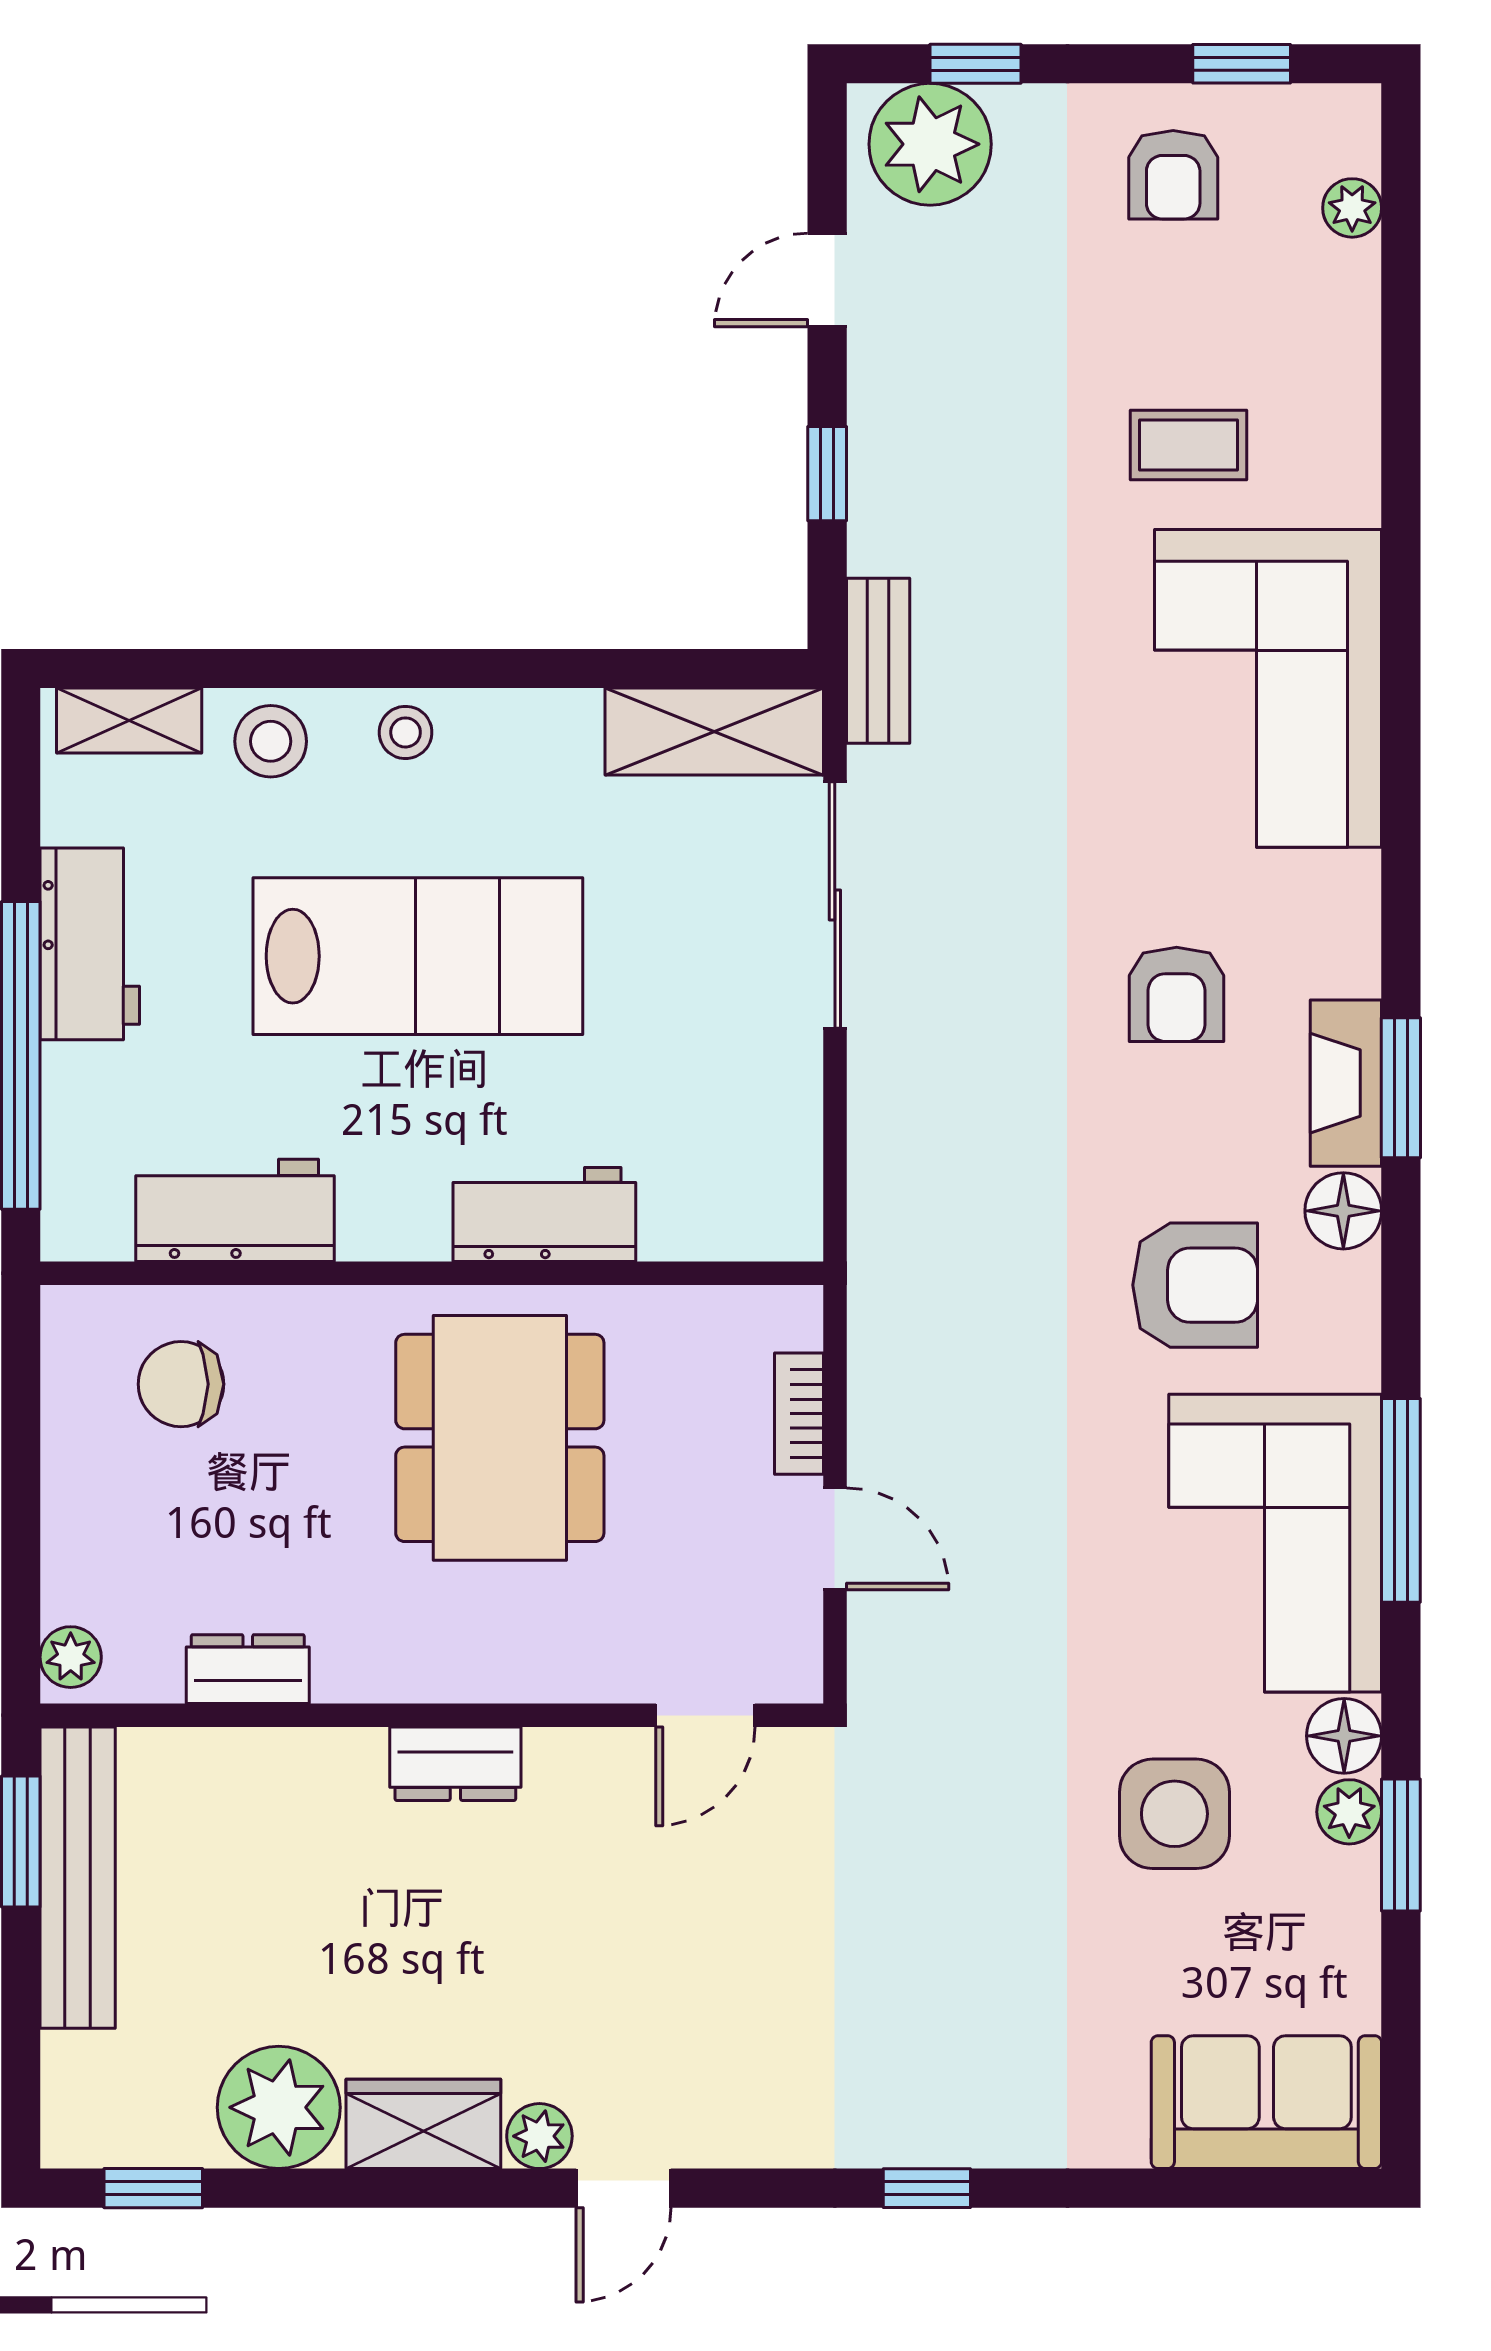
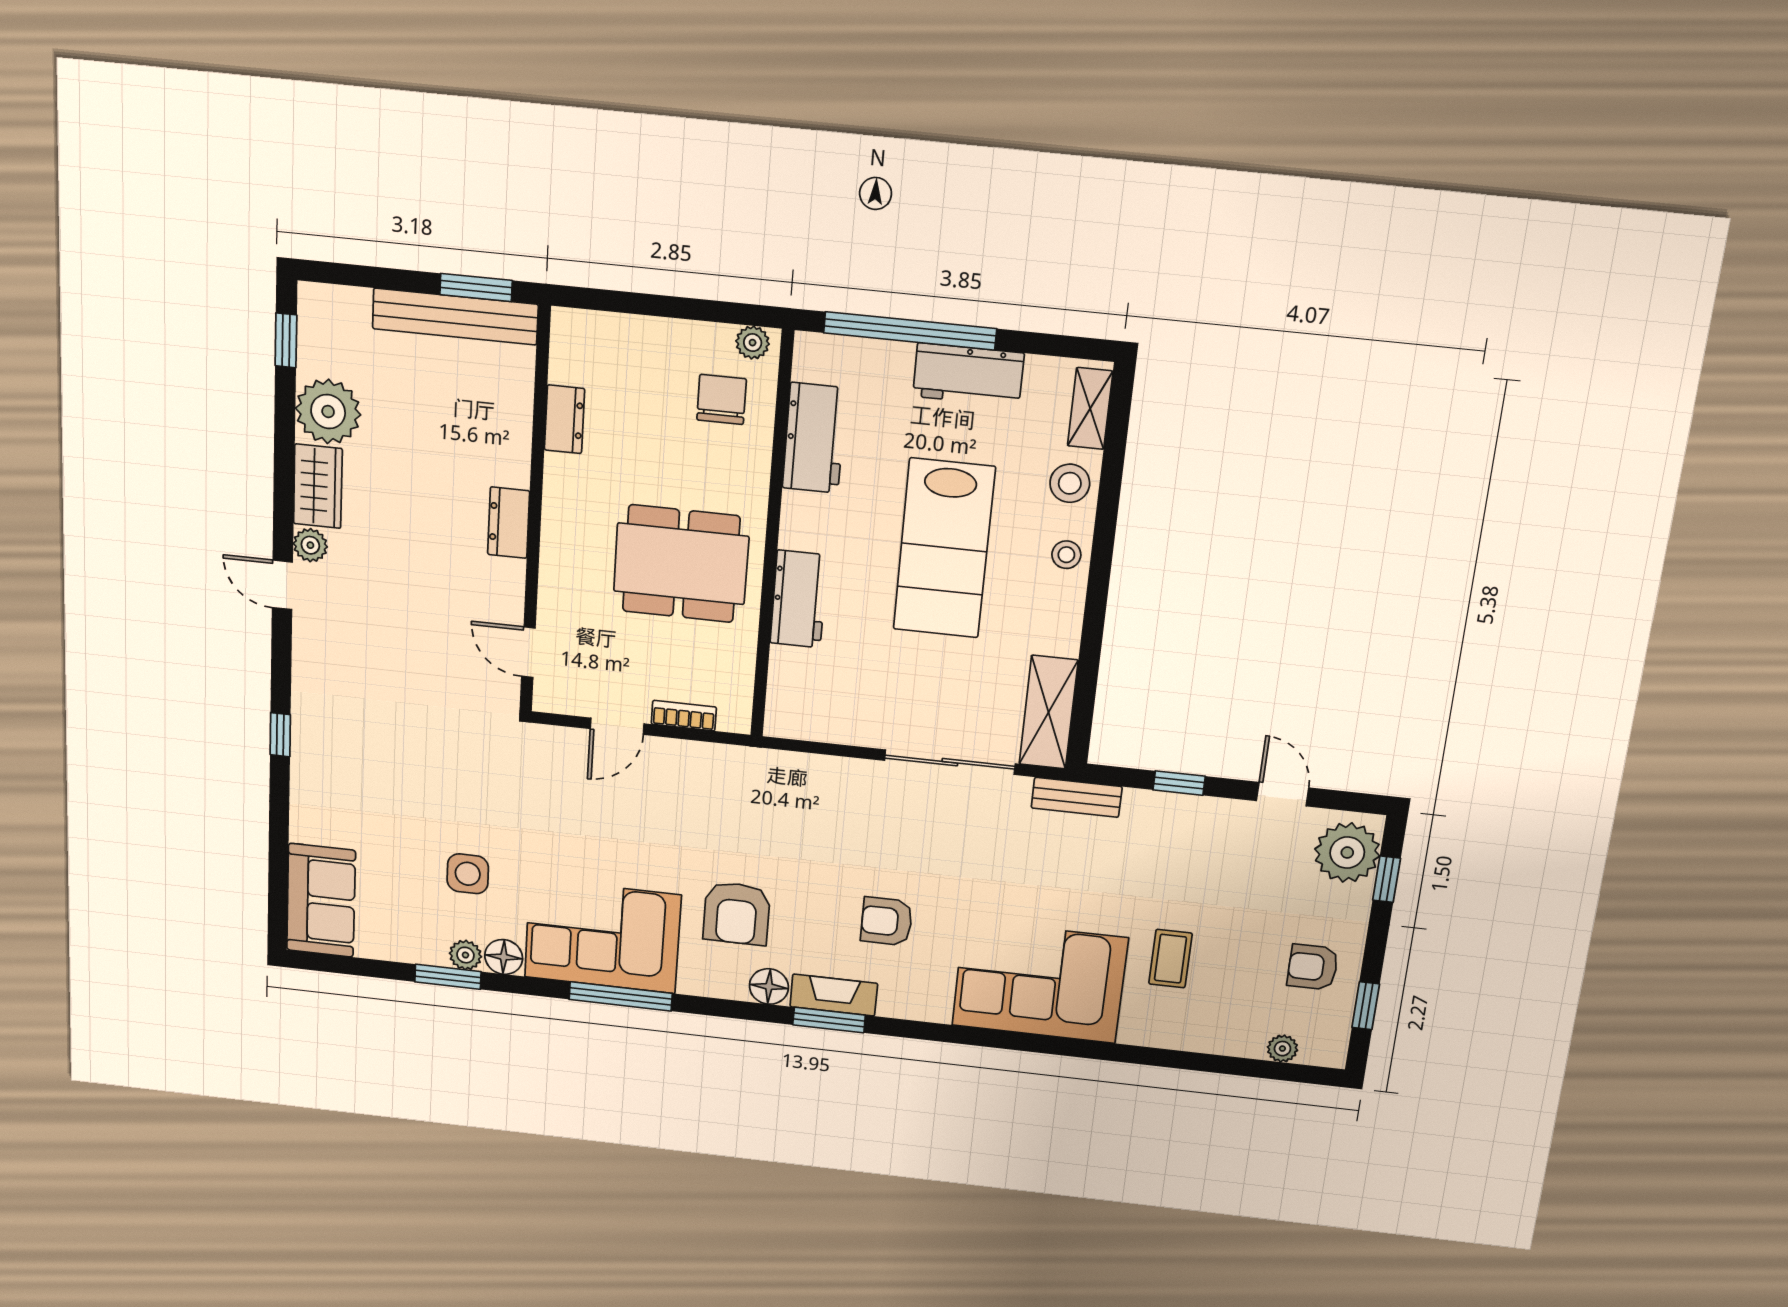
plant: (71, 1657) -> (753, 343), moved
side table: (1174, 1814) -> (468, 874), width x0.73, depth x0.73

